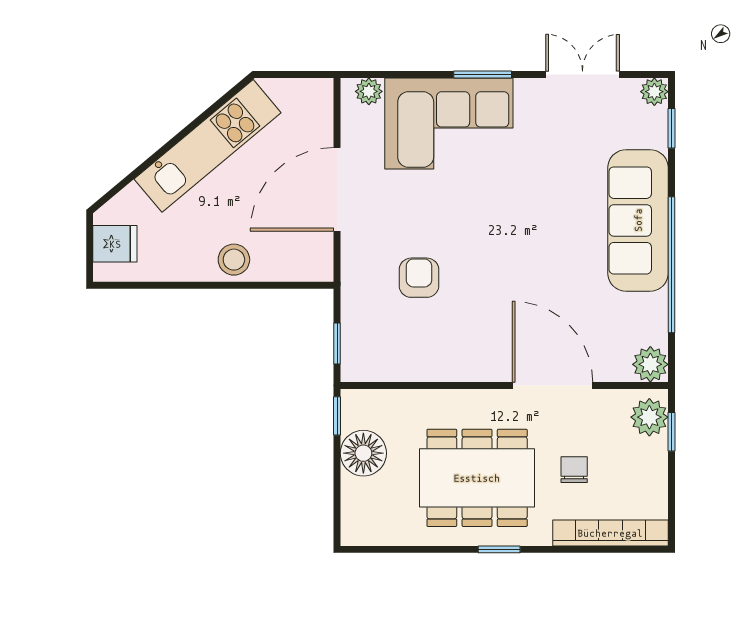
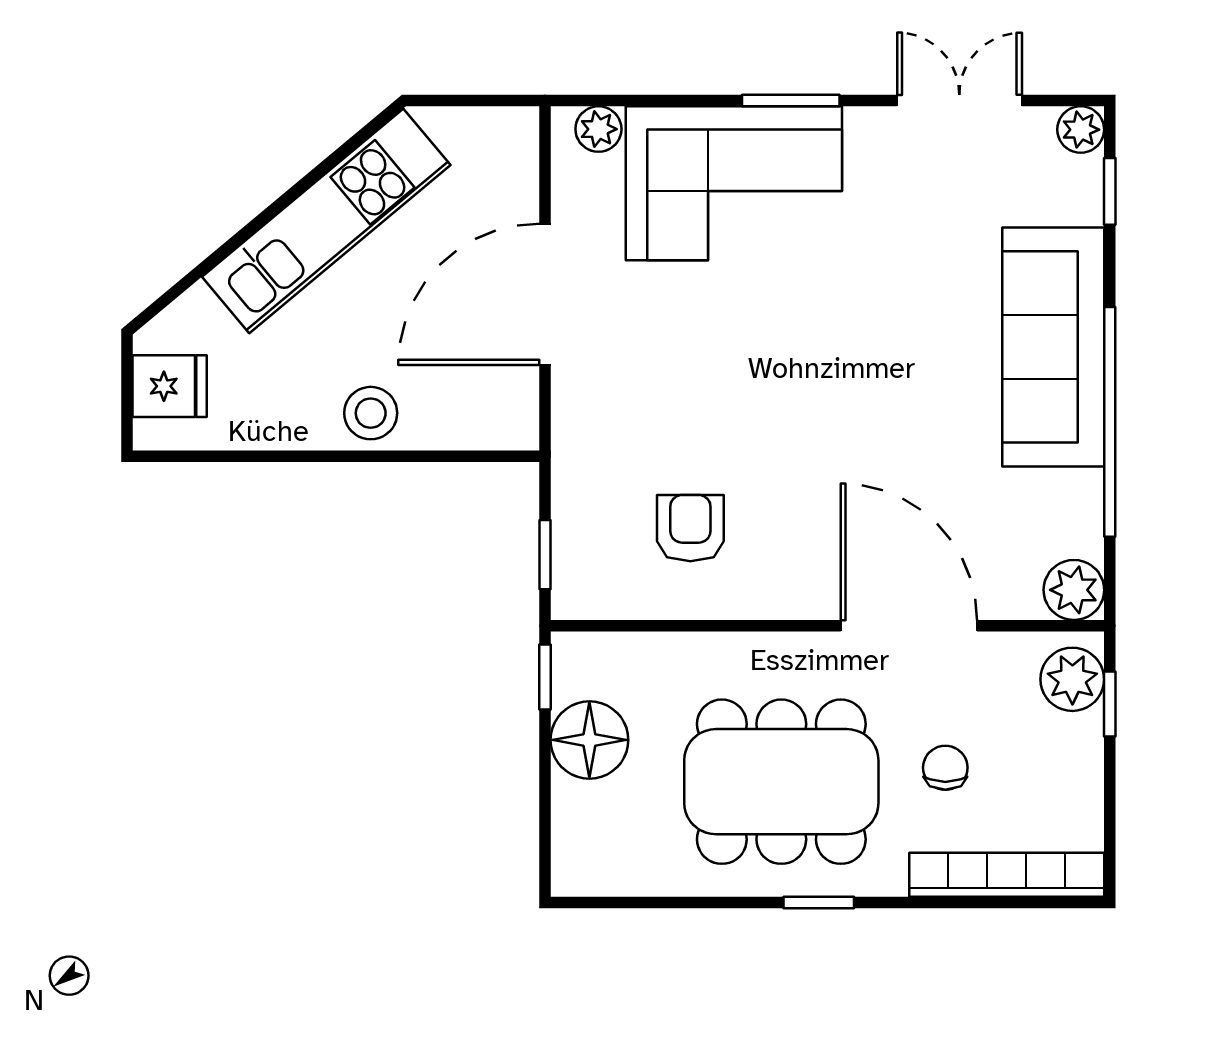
armchair: (419, 278) -> (690, 528), moved

